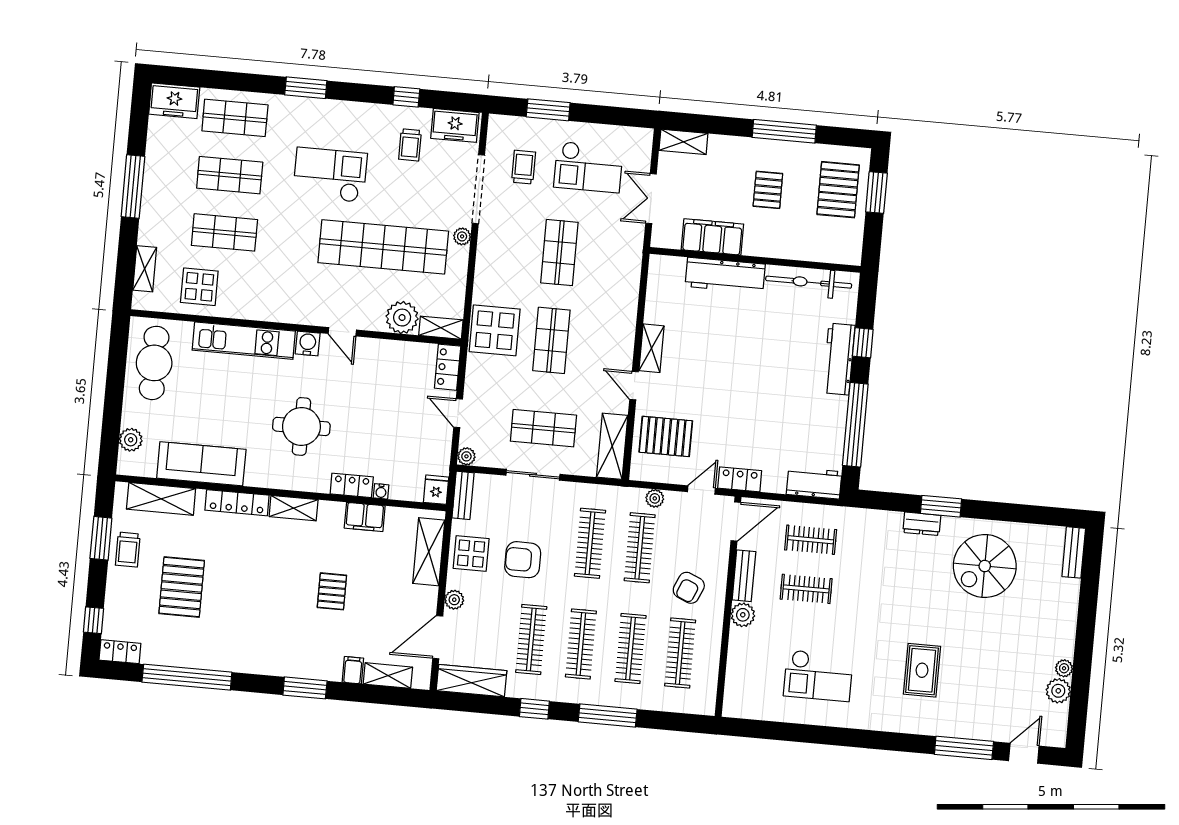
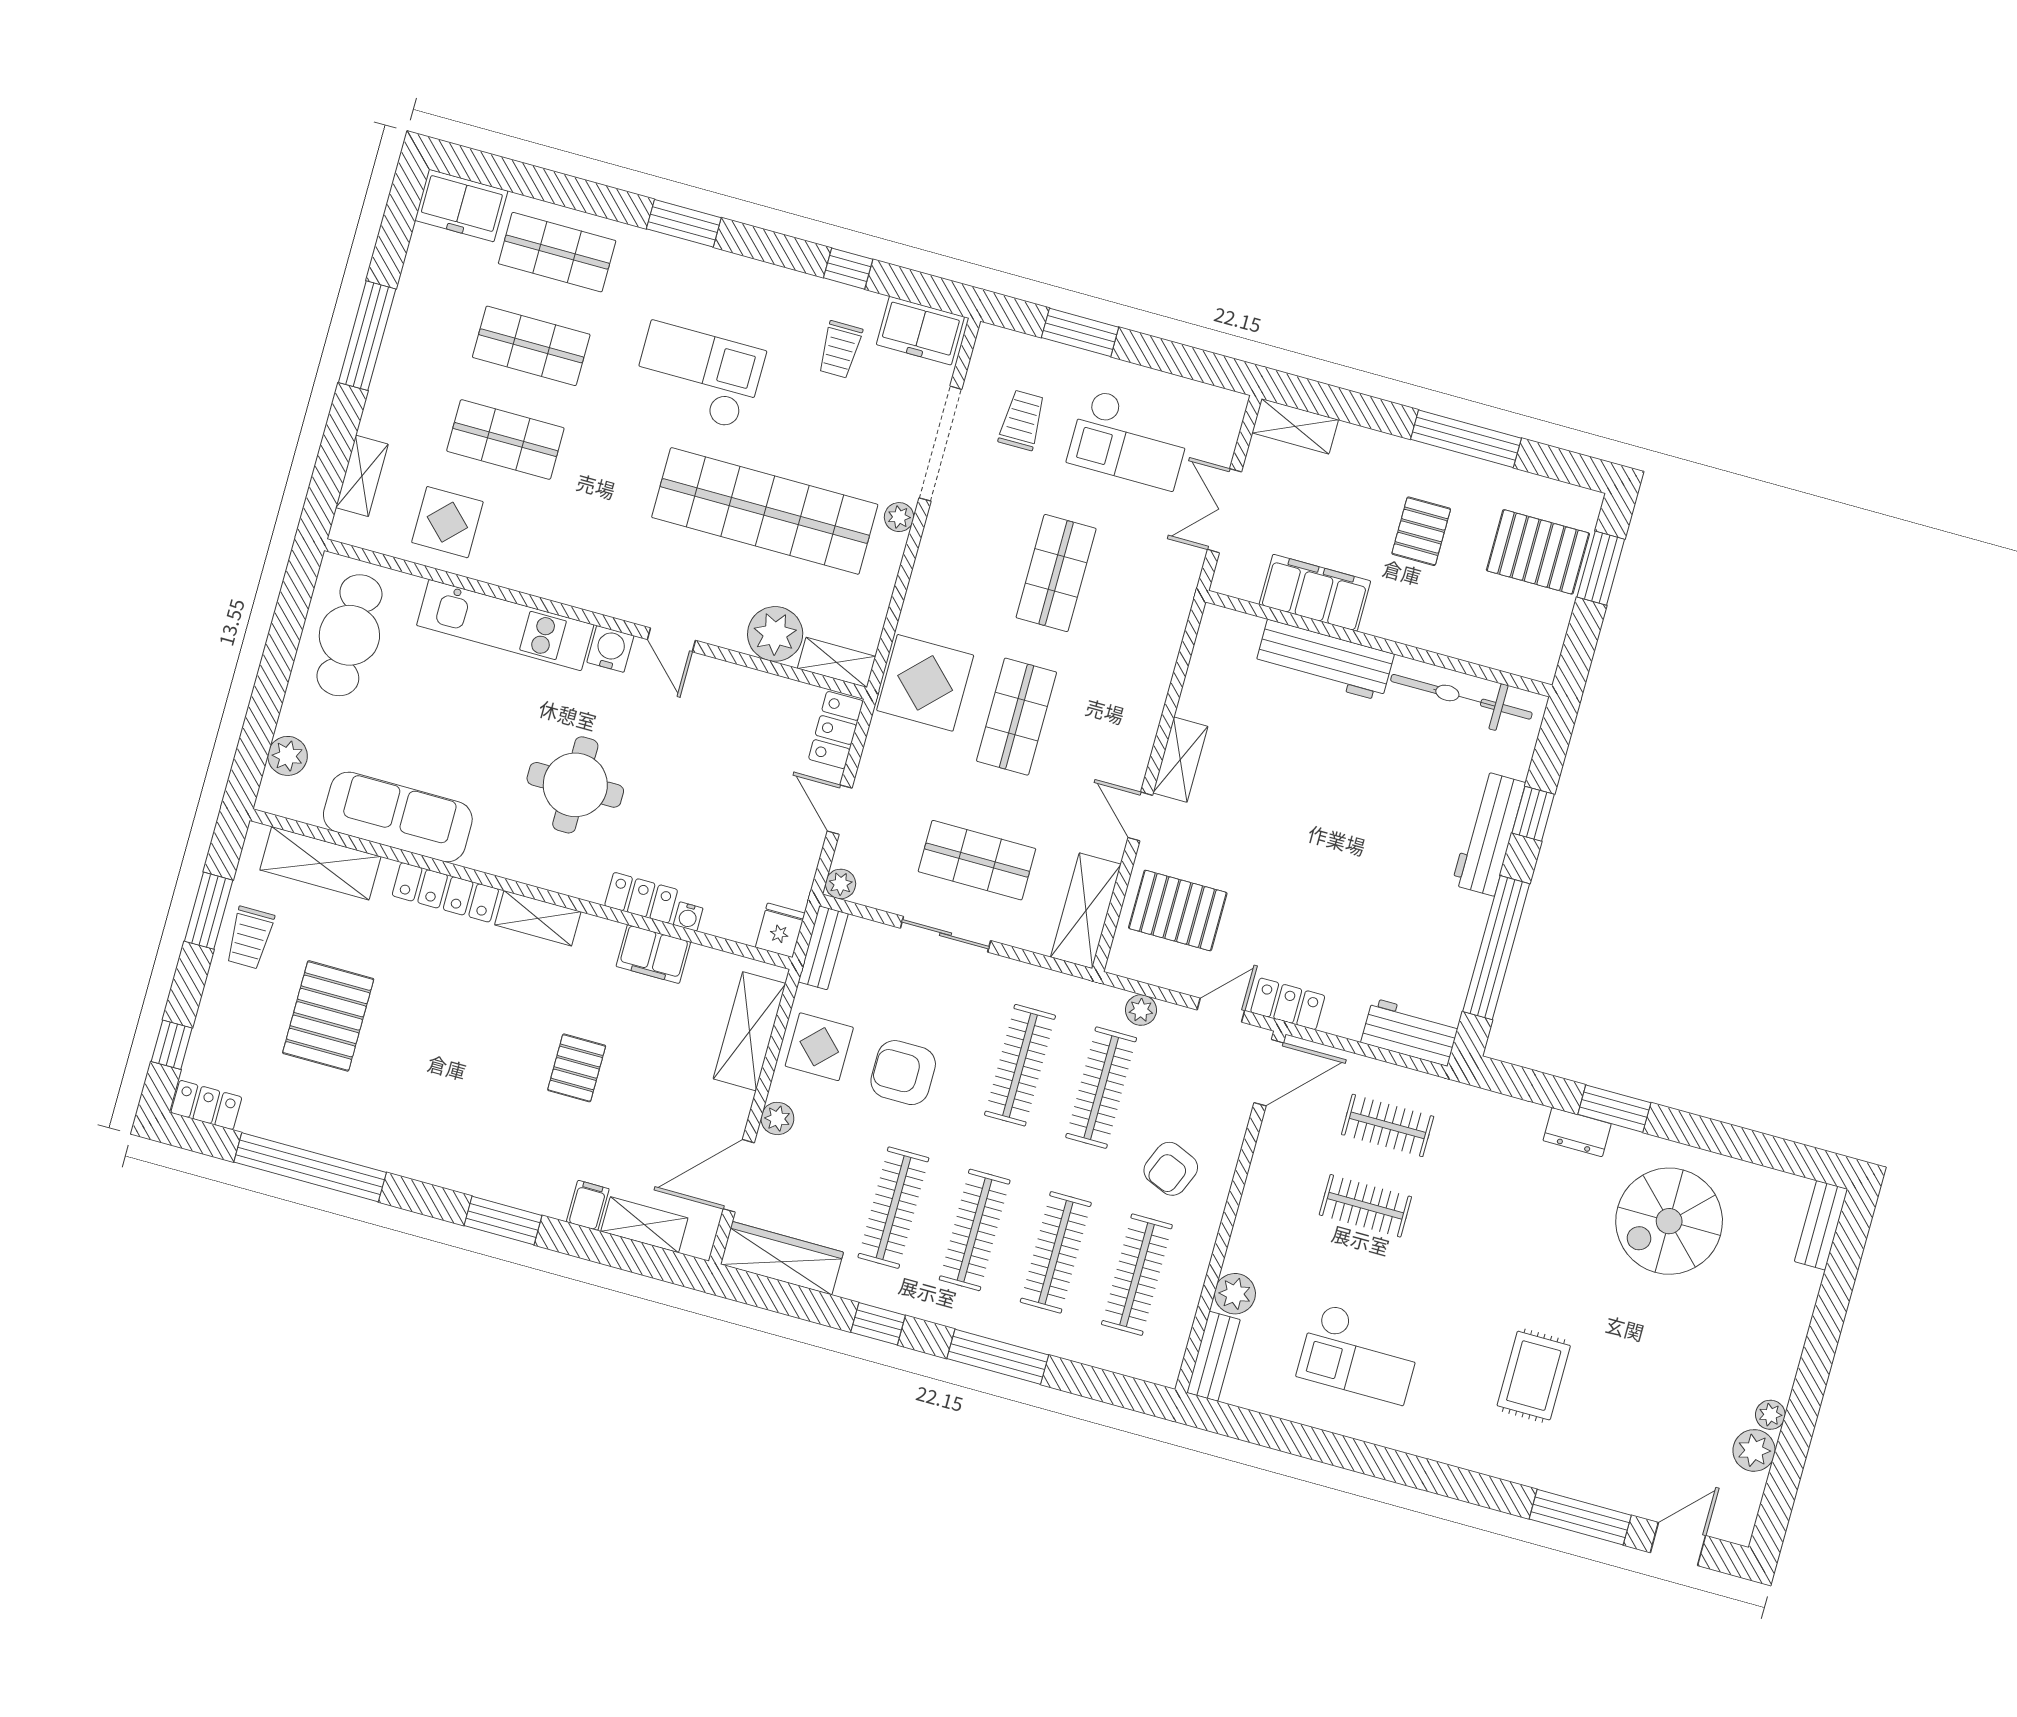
pallet: (838, 190) -> (1538, 552), turned 90
bench: (744, 576) -> (1213, 1356), moved
plant: (743, 615) -> (1235, 1294), moved

